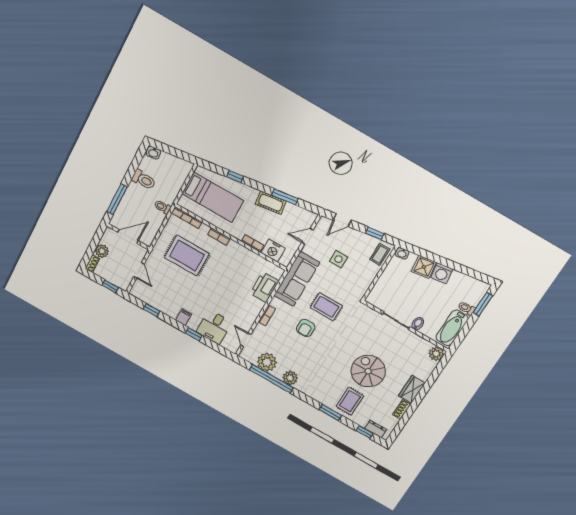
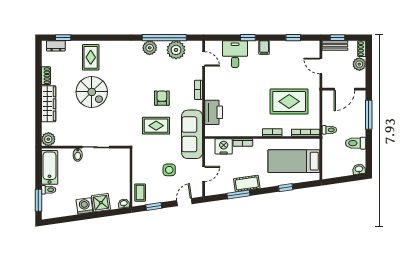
bench: (116, 281) -> (335, 46), added
wardrobe: (412, 389) -> (49, 104), width x1.50
window: (330, 412) -> (100, 38), removed

